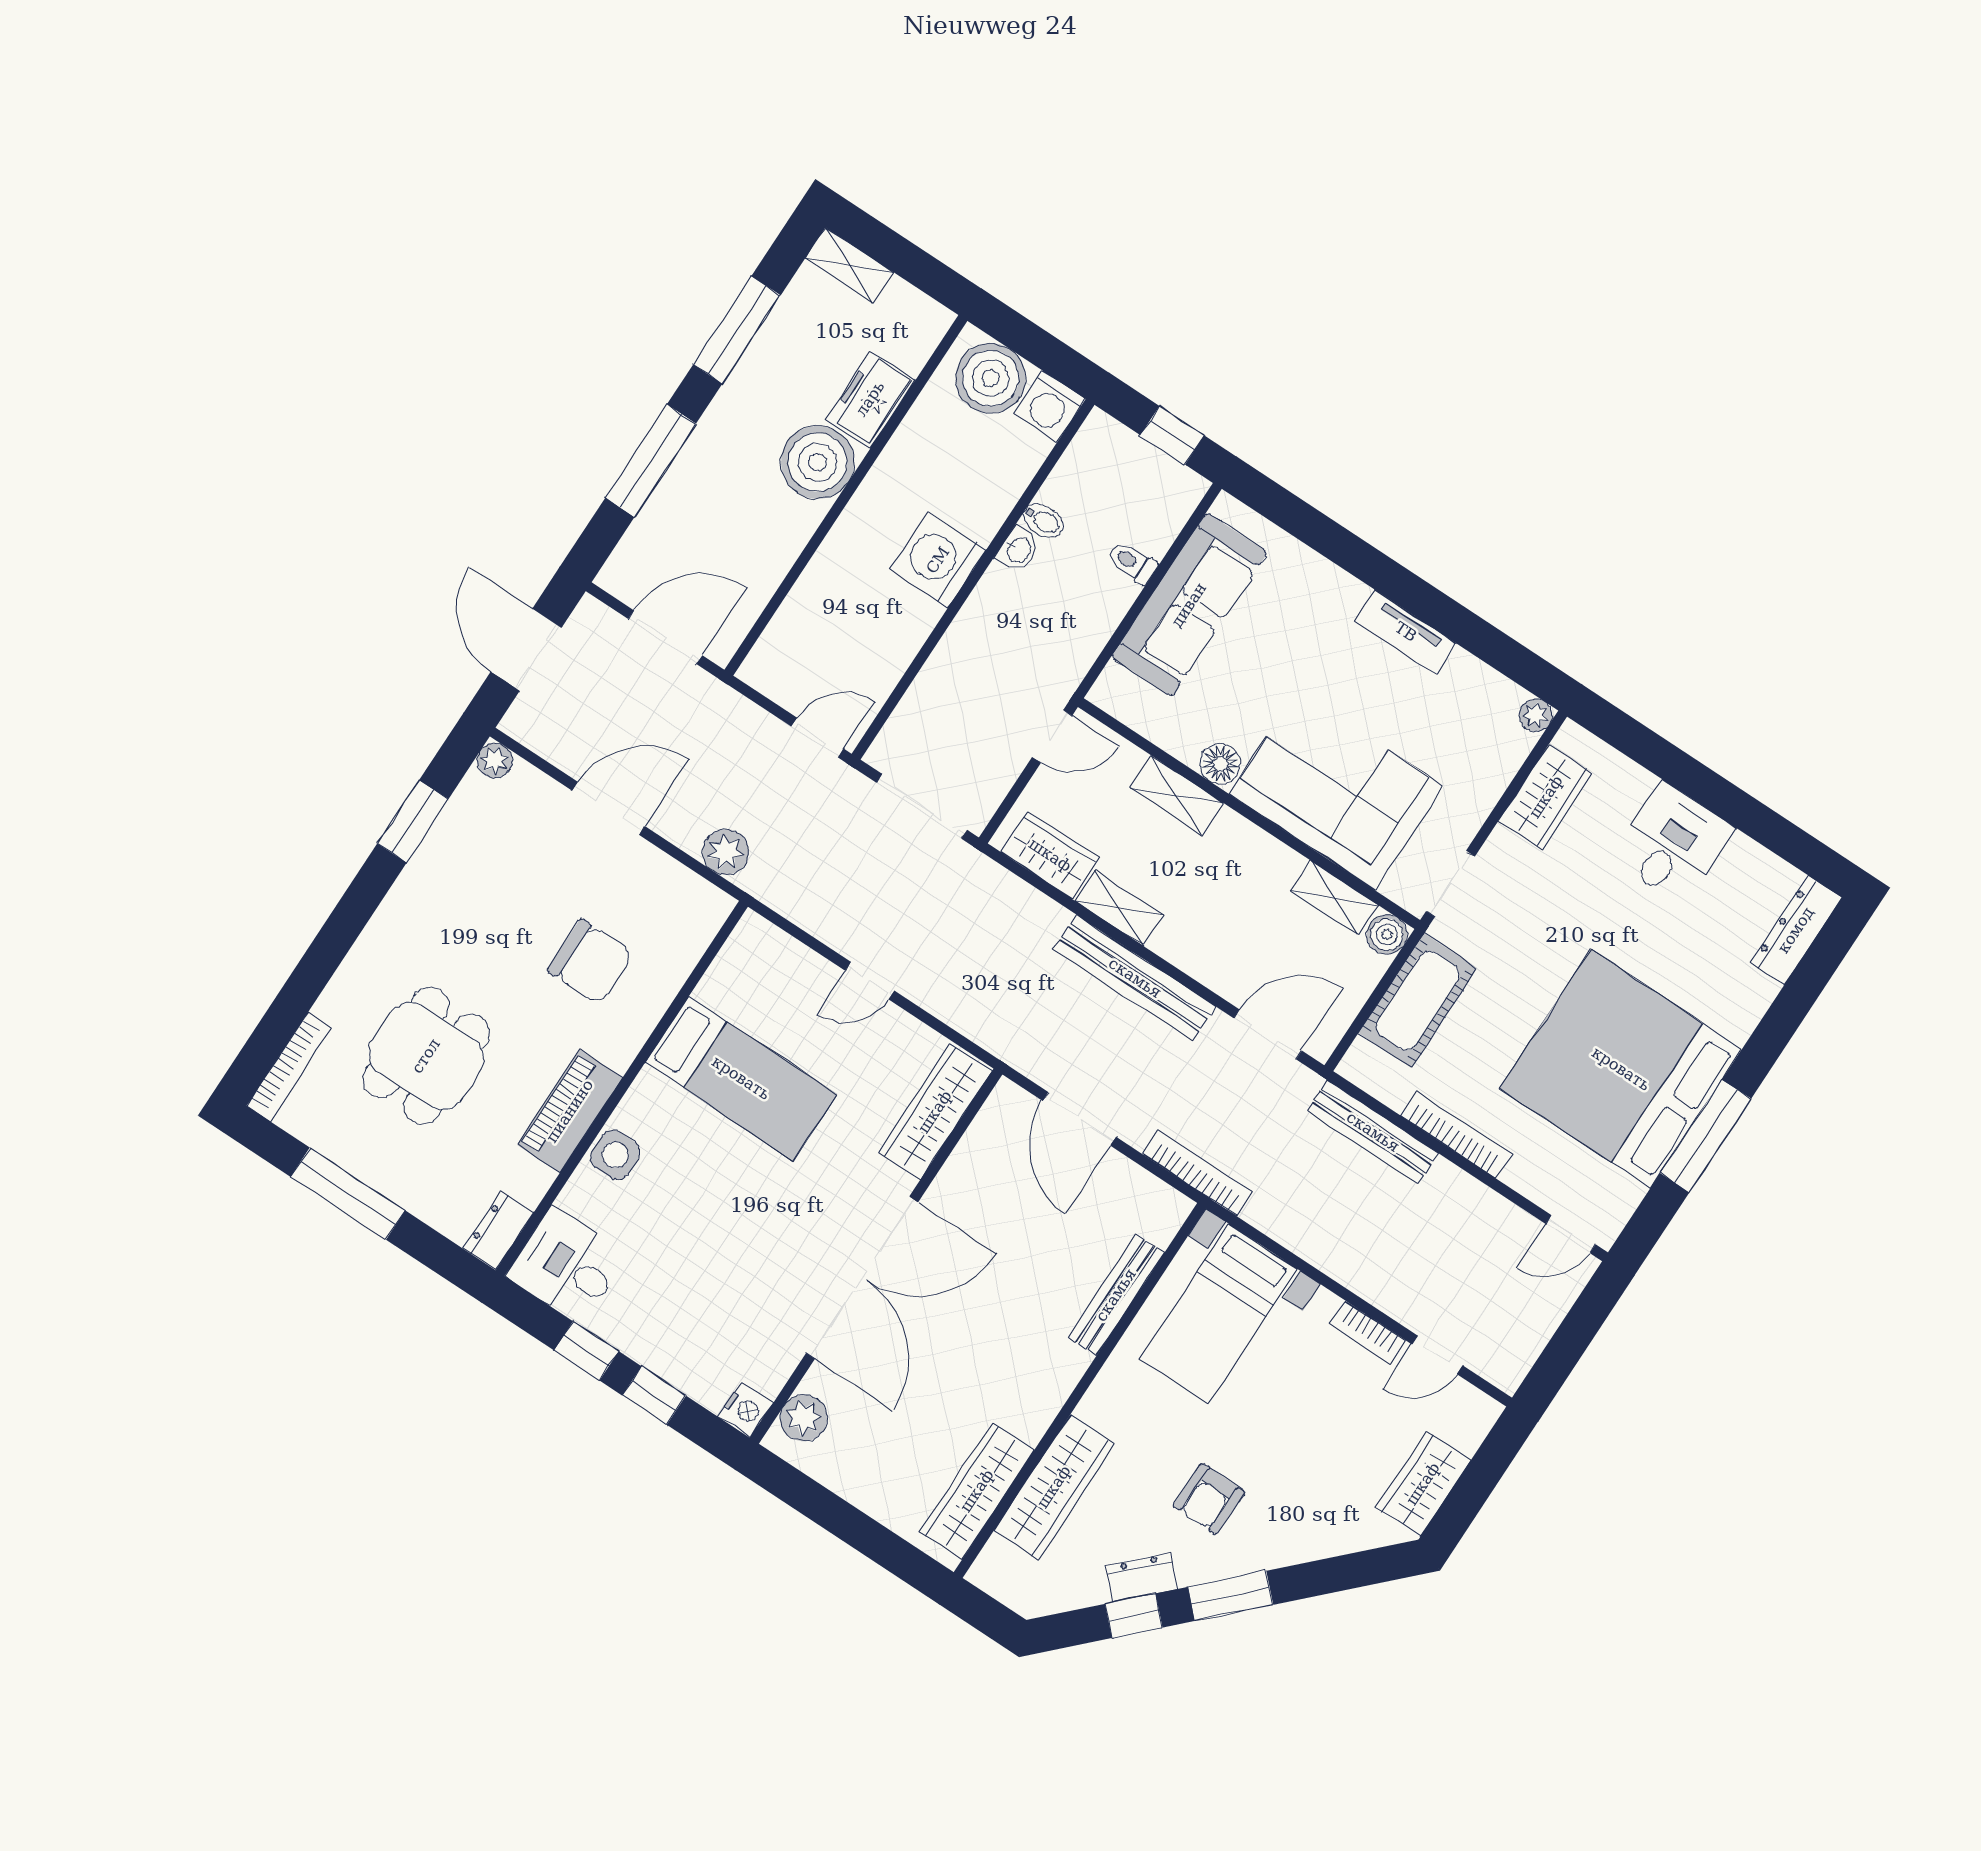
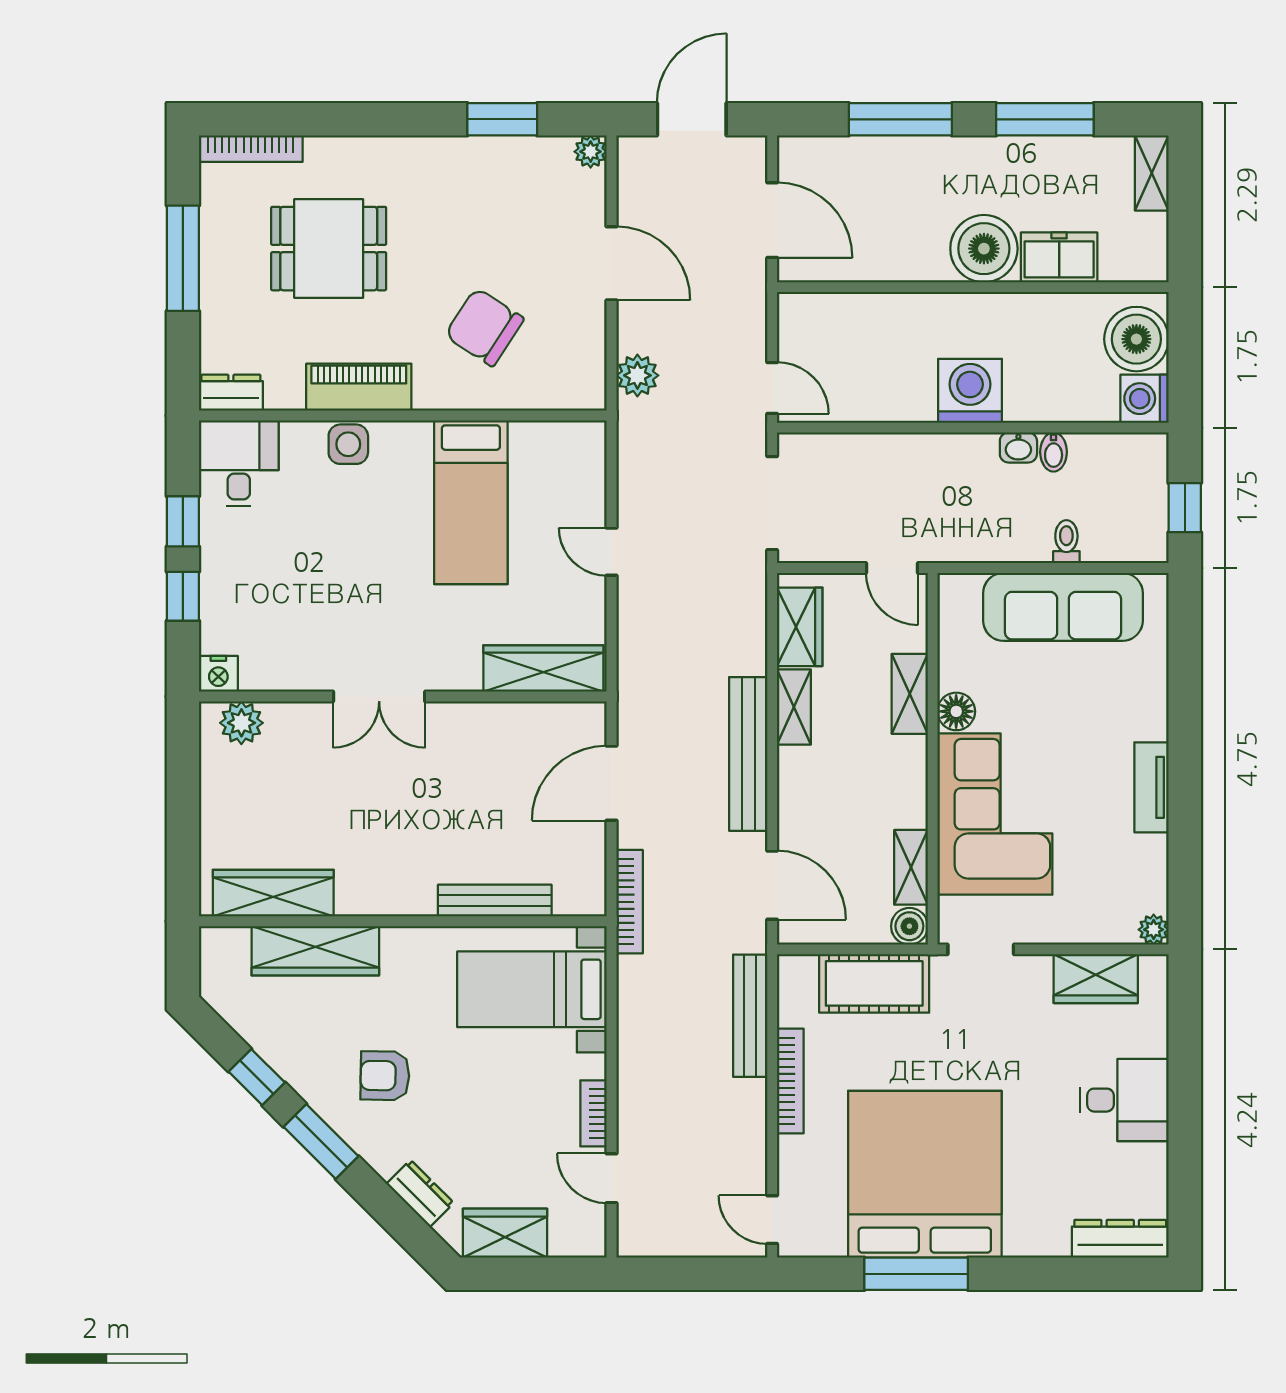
chair: (590, 962) -> (484, 327), turned 123
double door: (862, 1278) -> (379, 697), width x0.54
dresser: (1142, 1577) -> (420, 1193), moved

